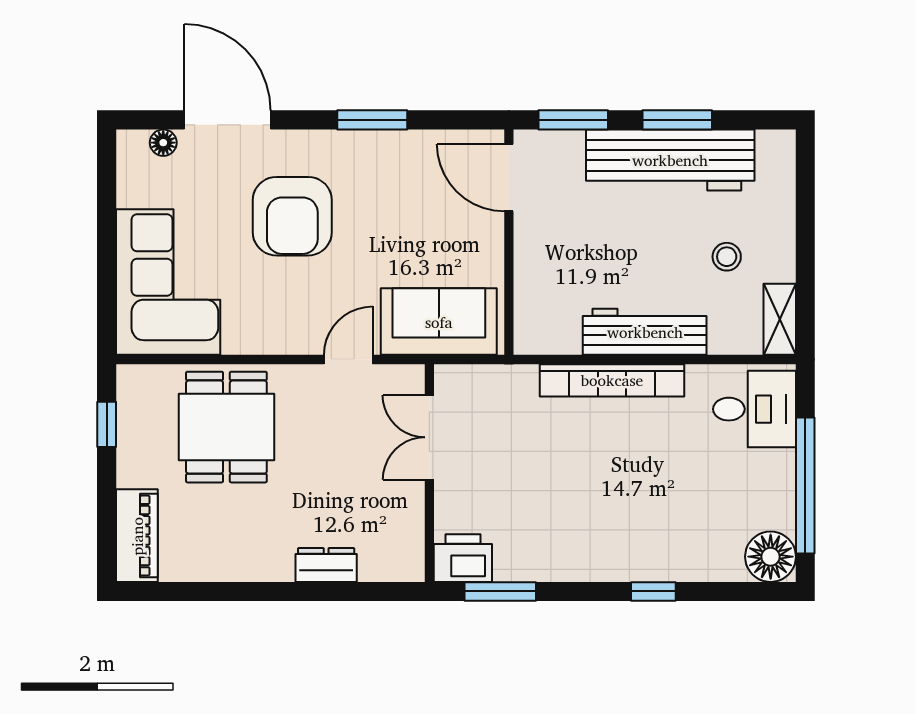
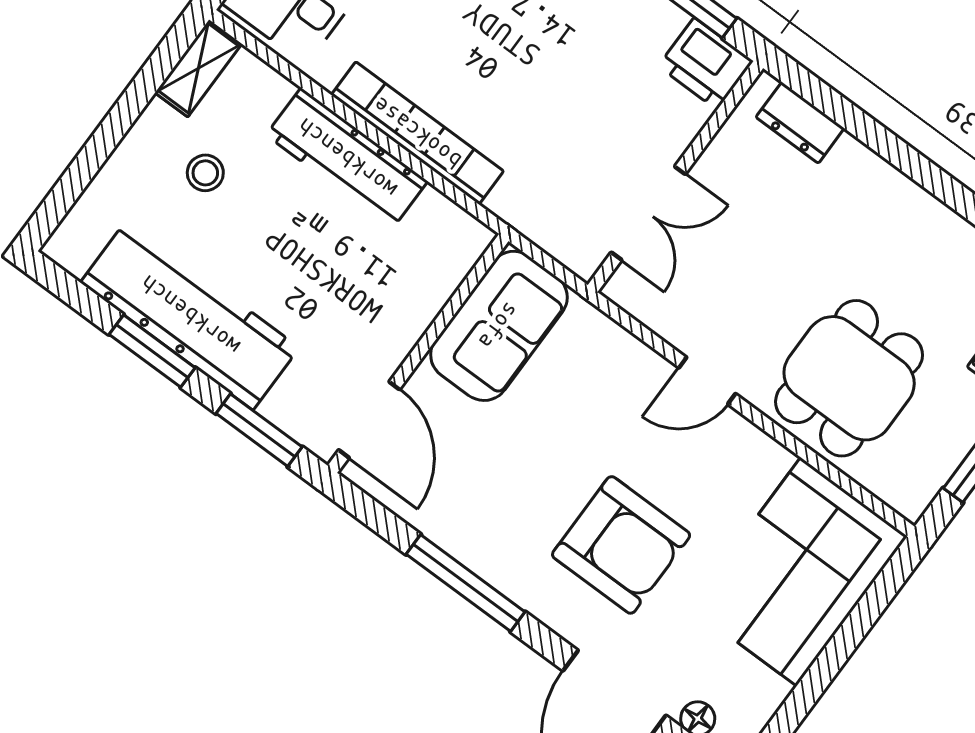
window: (372, 120) -> (466, 583), width x1.44
armchair: (292, 216) -> (621, 545), turned 90
sofa: (439, 322) -> (499, 326), moved, turned -90
door: (348, 359) -> (707, 381), moved
dresser: (326, 565) -> (800, 123), moved

